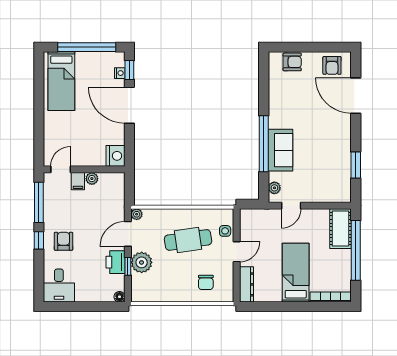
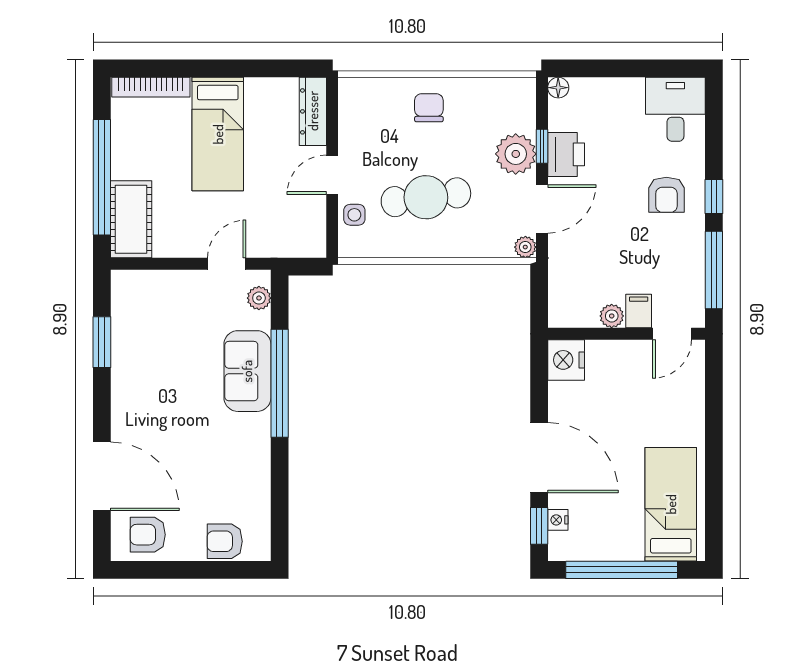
armchair: (332, 65) -> (148, 535), turned -90
chair: (206, 282) -> (429, 108), moved

